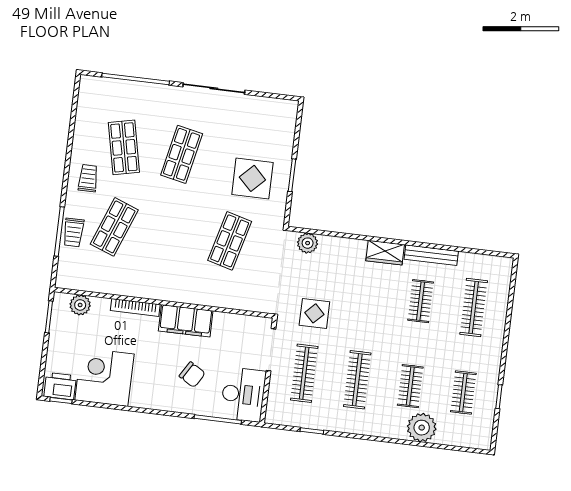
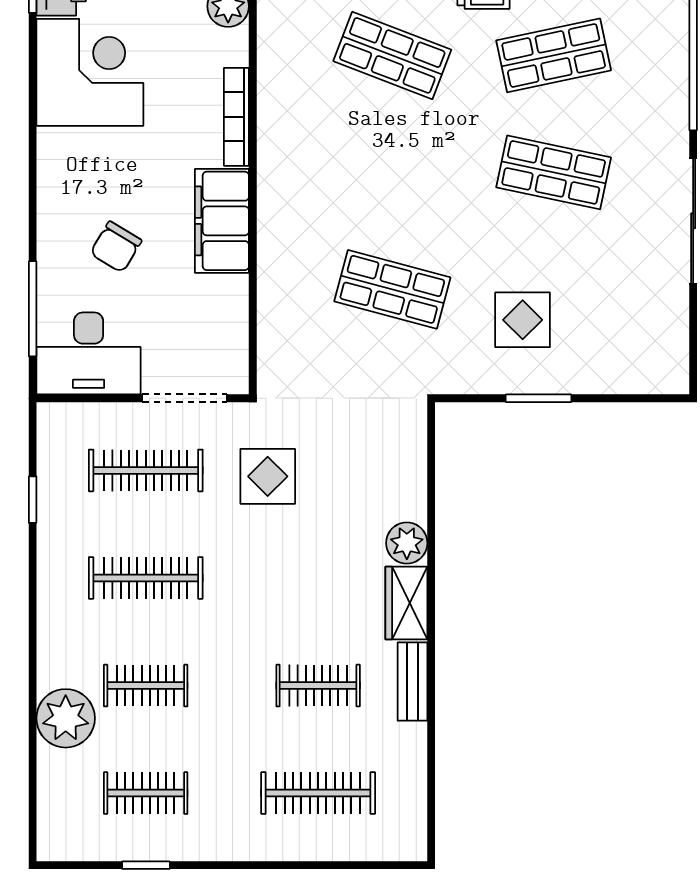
display table: (252, 178) -> (523, 320), width x0.73, depth x0.73
plant: (308, 243) -> (407, 543), moved
bench: (431, 255) -> (412, 682), width x0.73

